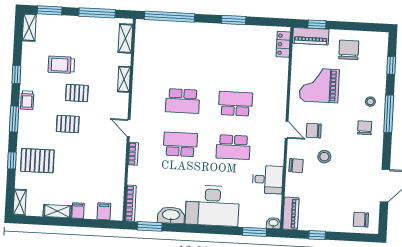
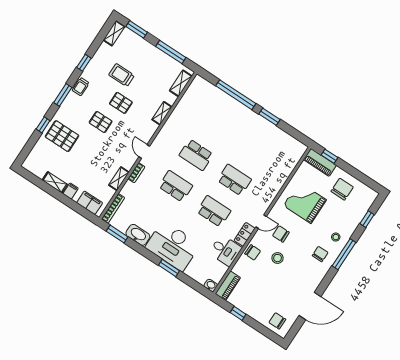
window: (169, 17) -> (236, 95), moved
locker: (283, 44) -> (245, 234), moved
door: (287, 130) -> (261, 222), hinge flipped
school desk: (233, 147) -> (214, 211), turned 180
shelving: (20, 202) -> (119, 179), moved
filing cabinet: (104, 211) -> (90, 203), width x2.00
window: (254, 232) -> (169, 268), moved

